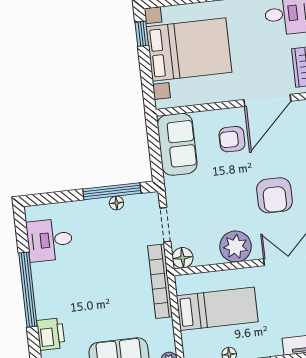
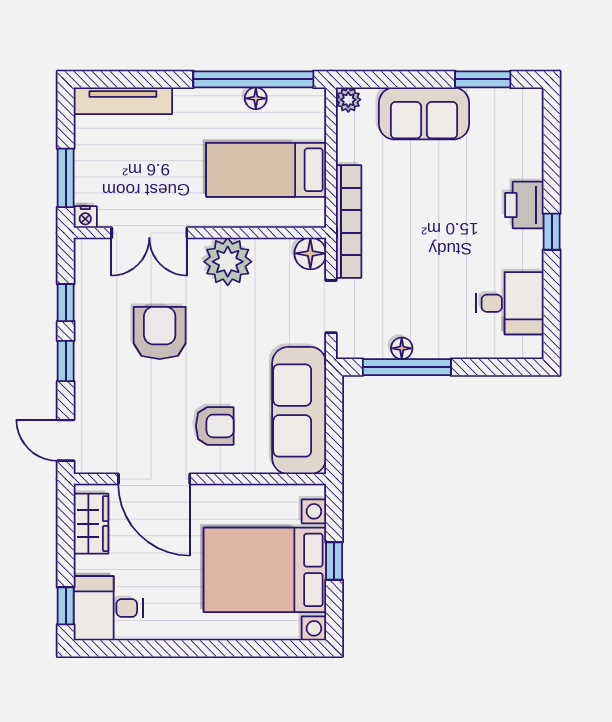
window: (142, 34) -> (334, 561), moved
door: (267, 100) -> (154, 479), swing flipped
sofa: (177, 144) -> (299, 410), width x1.36
window: (28, 290) -> (552, 232), width x0.32
printer: (51, 334) -> (524, 205), moved

